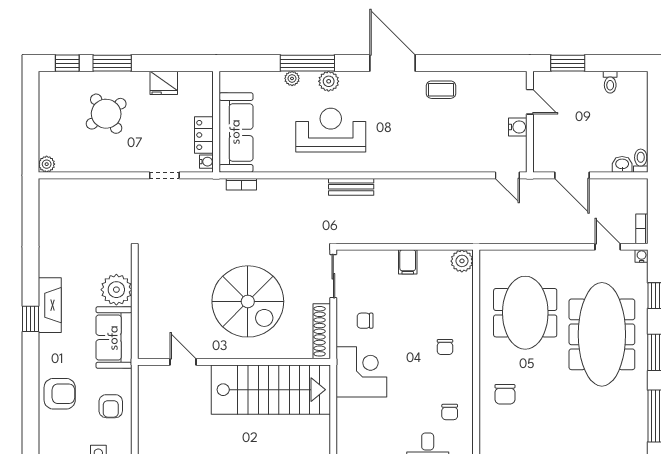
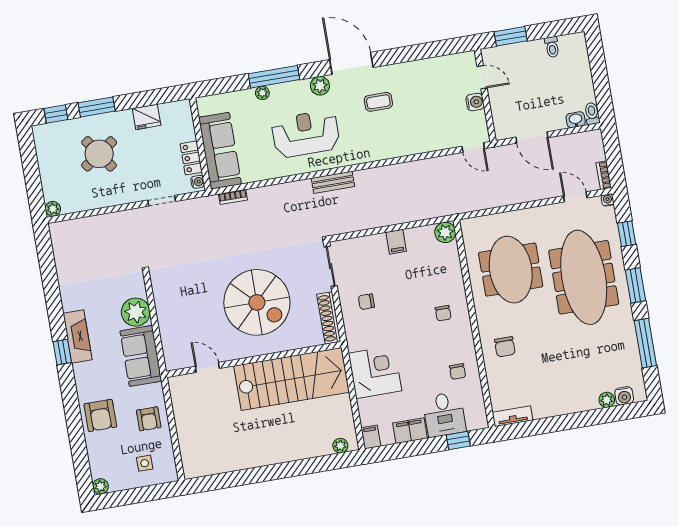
plant: (329, 81) -> (320, 86), moved
coffee table: (441, 90) -> (378, 102), moved
corner desk: (361, 372) -> (375, 372), moved
armchair: (60, 394) -> (100, 415), turned 90

